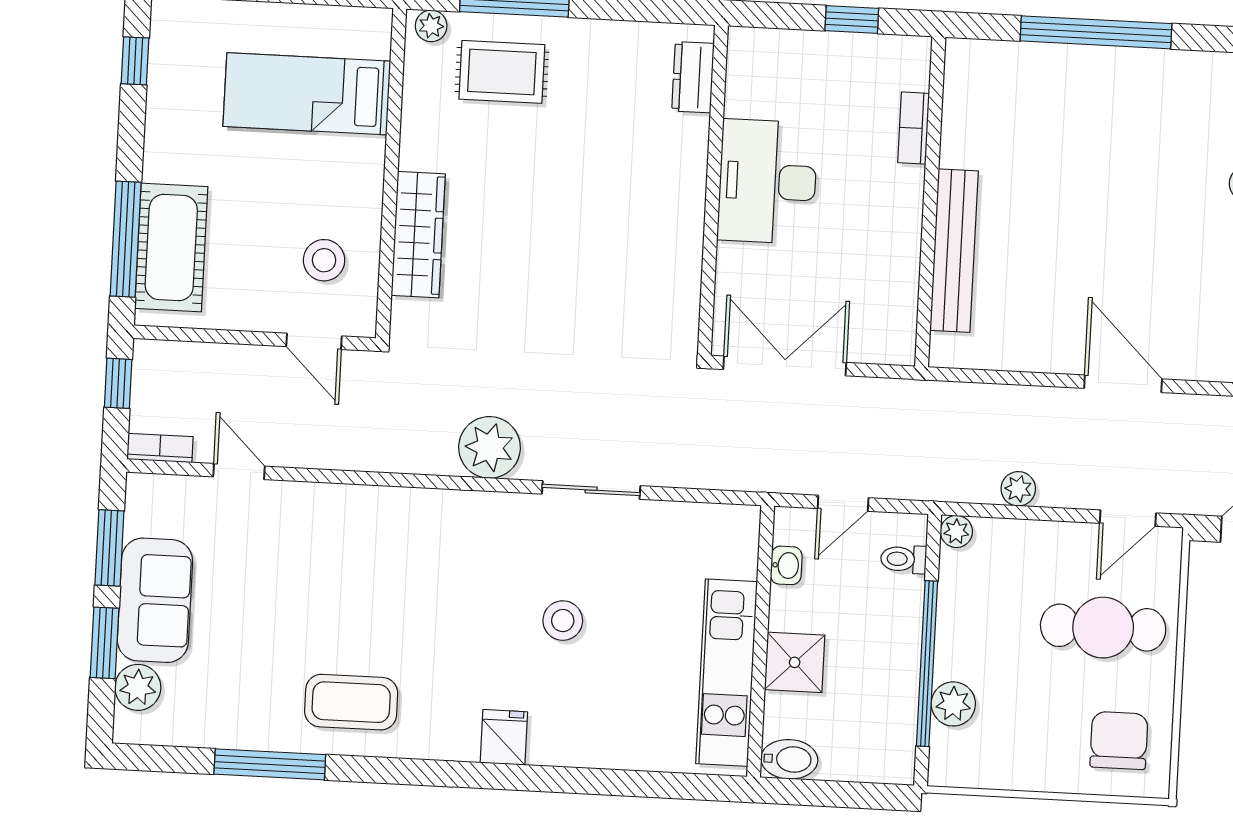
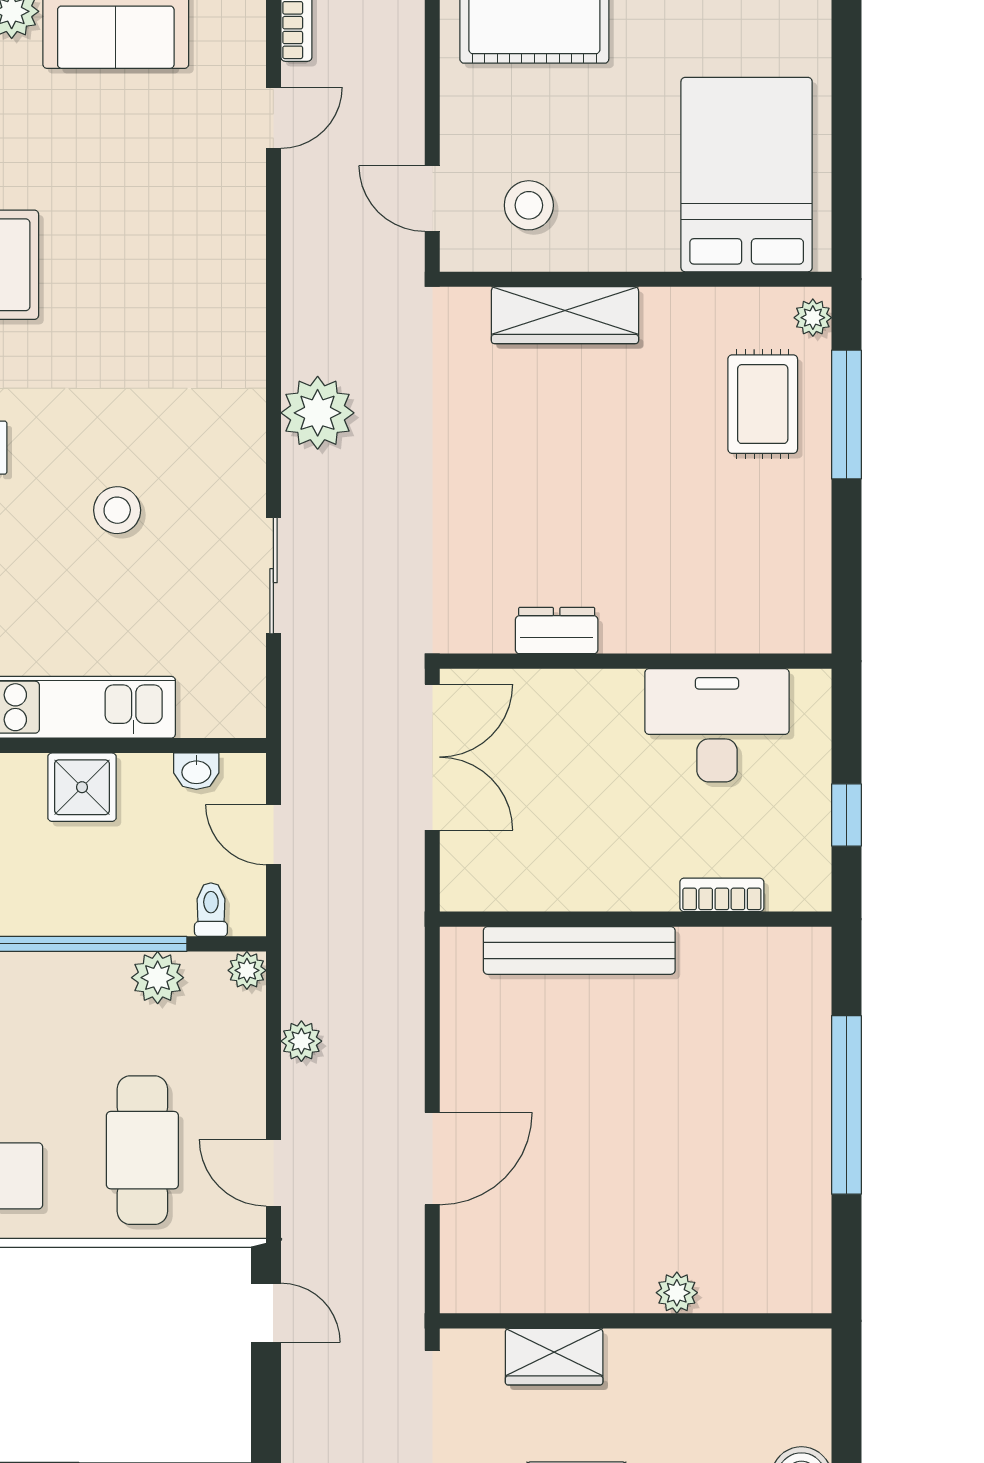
dresser: (693, 77) -> (557, 631), moved
bed: (307, 94) -> (747, 175), width x1.50
desk: (768, 182) -> (717, 725), moved
door: (314, 341) -> (432, 198), hinge flipped
sliding door: (591, 490) -> (273, 576), moved
plant: (953, 704) -> (158, 978), moved

